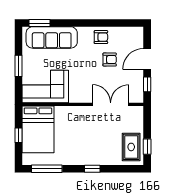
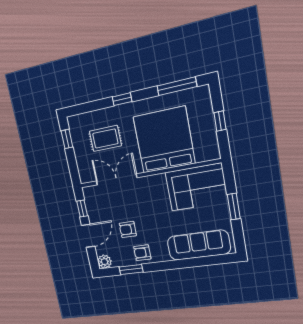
window: (40, 23) -> (131, 269), moved
plant: (137, 33) -> (105, 262), added
double door: (111, 104) -> (116, 179), swing flipped
bed: (38, 129) -> (164, 140), moved, width x1.36
rug: (131, 147) -> (105, 138), moved, turned 90

